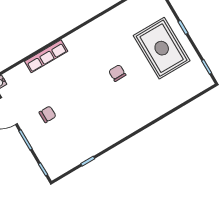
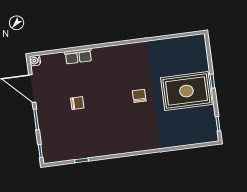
rug: (162, 48) -> (186, 91), turned 90
row of seats: (46, 56) -> (78, 56), width x0.68
chair: (48, 114) -> (77, 103), moved

